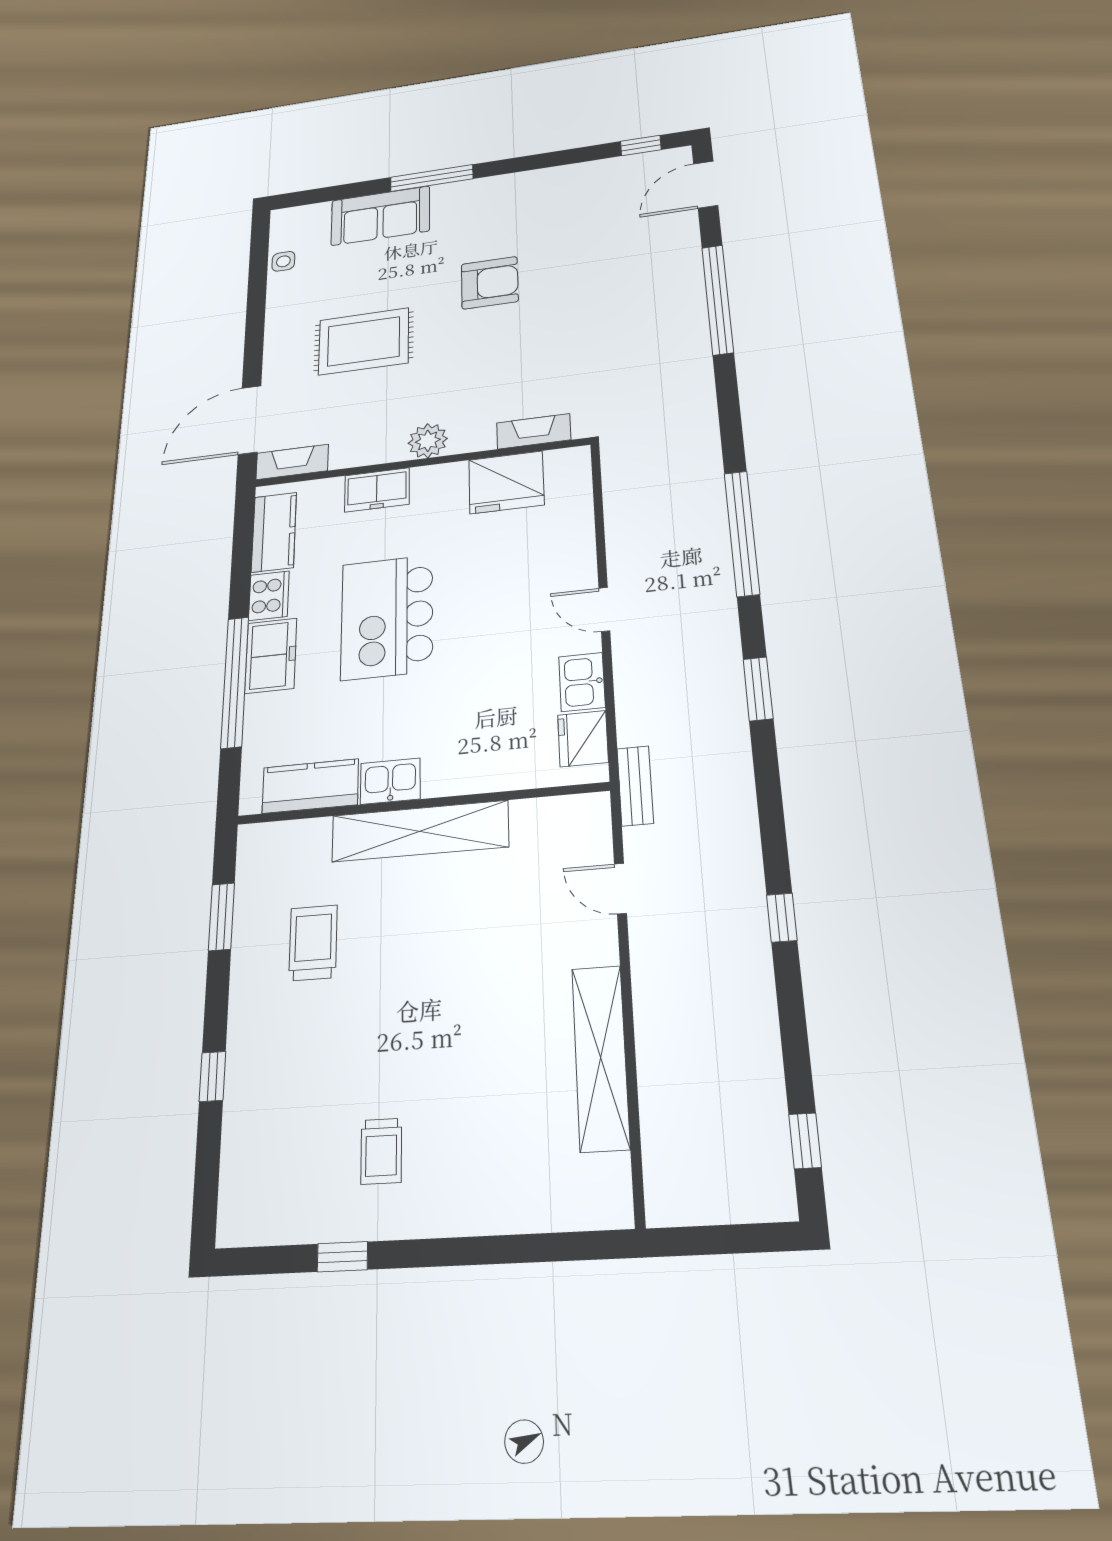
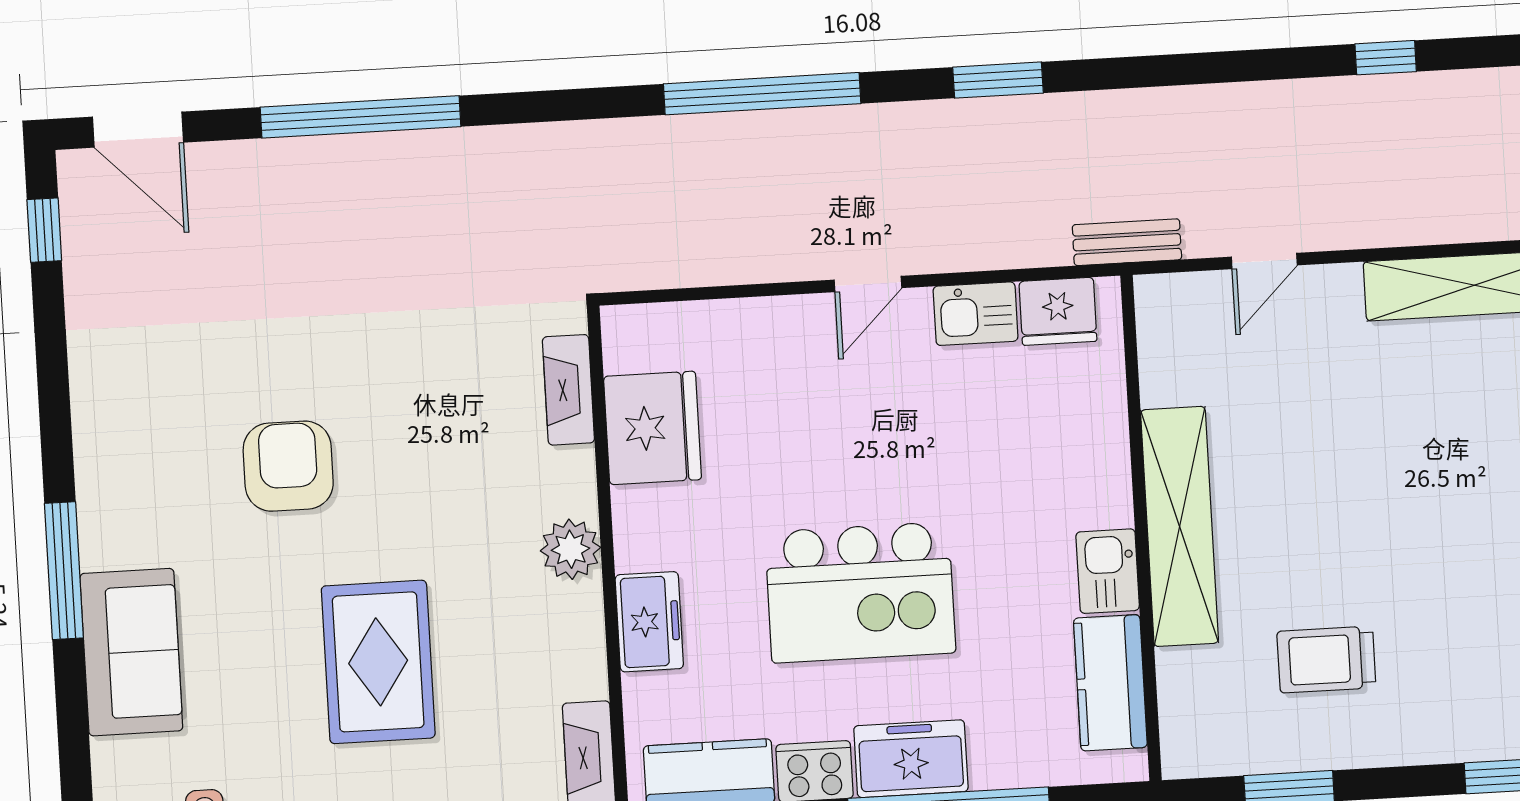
window: (782, 918) -> (1386, 58), moved

